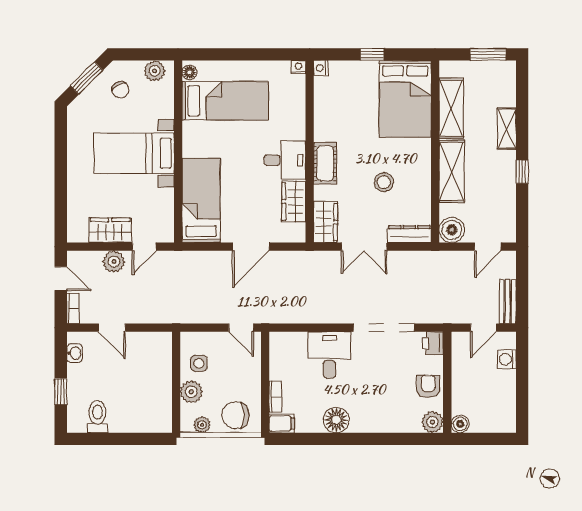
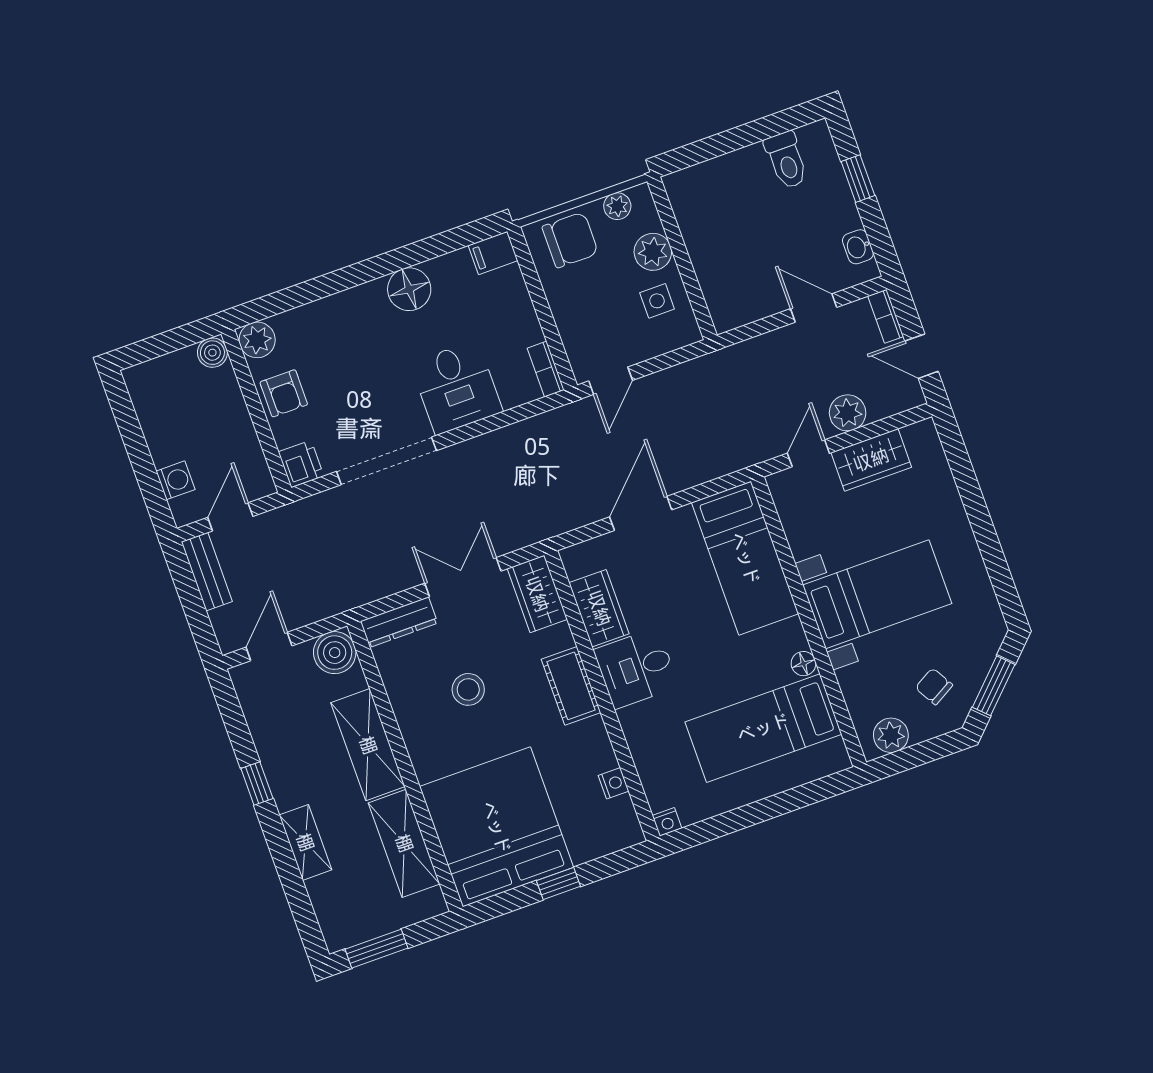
nightstand: (321, 68) -> (614, 783), moved
floor lamp: (189, 72) -> (803, 664), moved
bed: (405, 99) -> (496, 827), width x1.36
door: (241, 328) -> (611, 381), swing flipped
bookcase: (275, 397) -> (546, 369), moved

